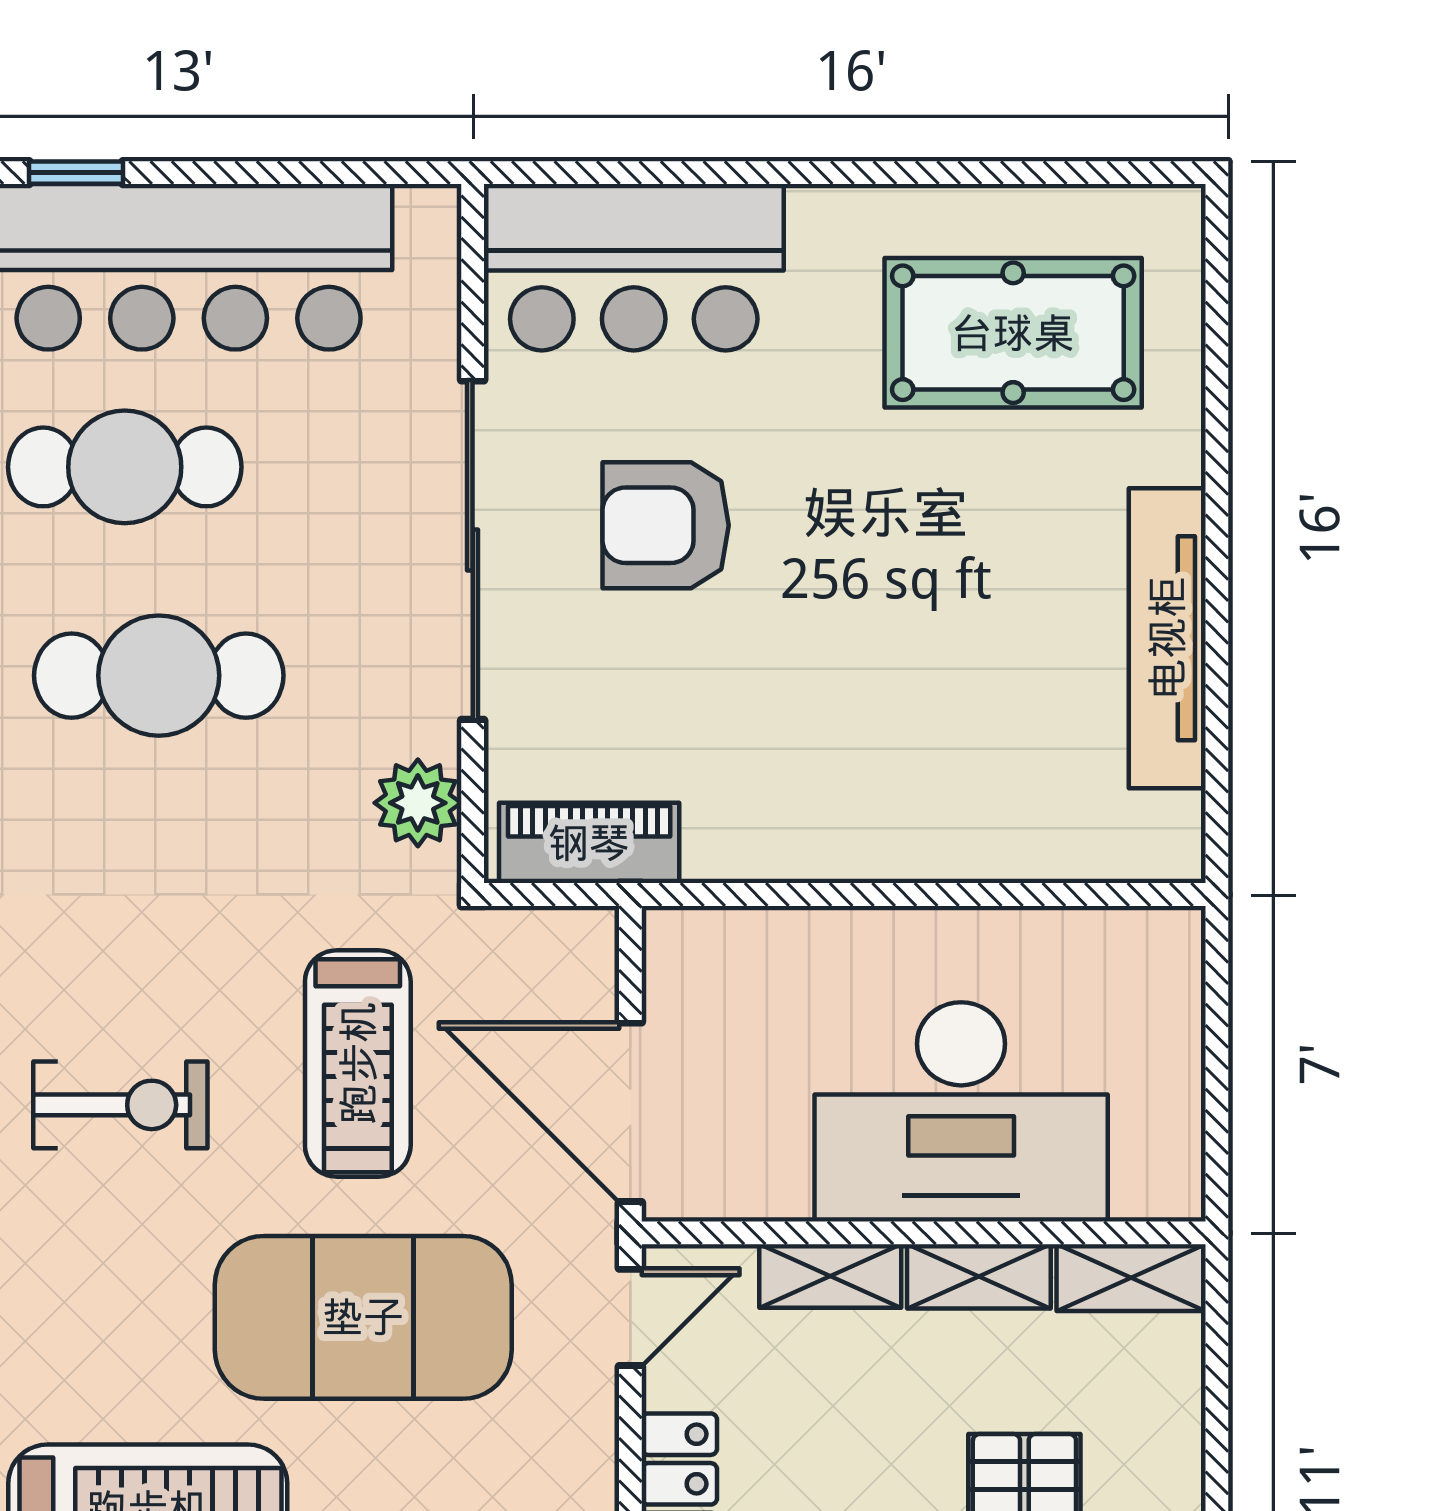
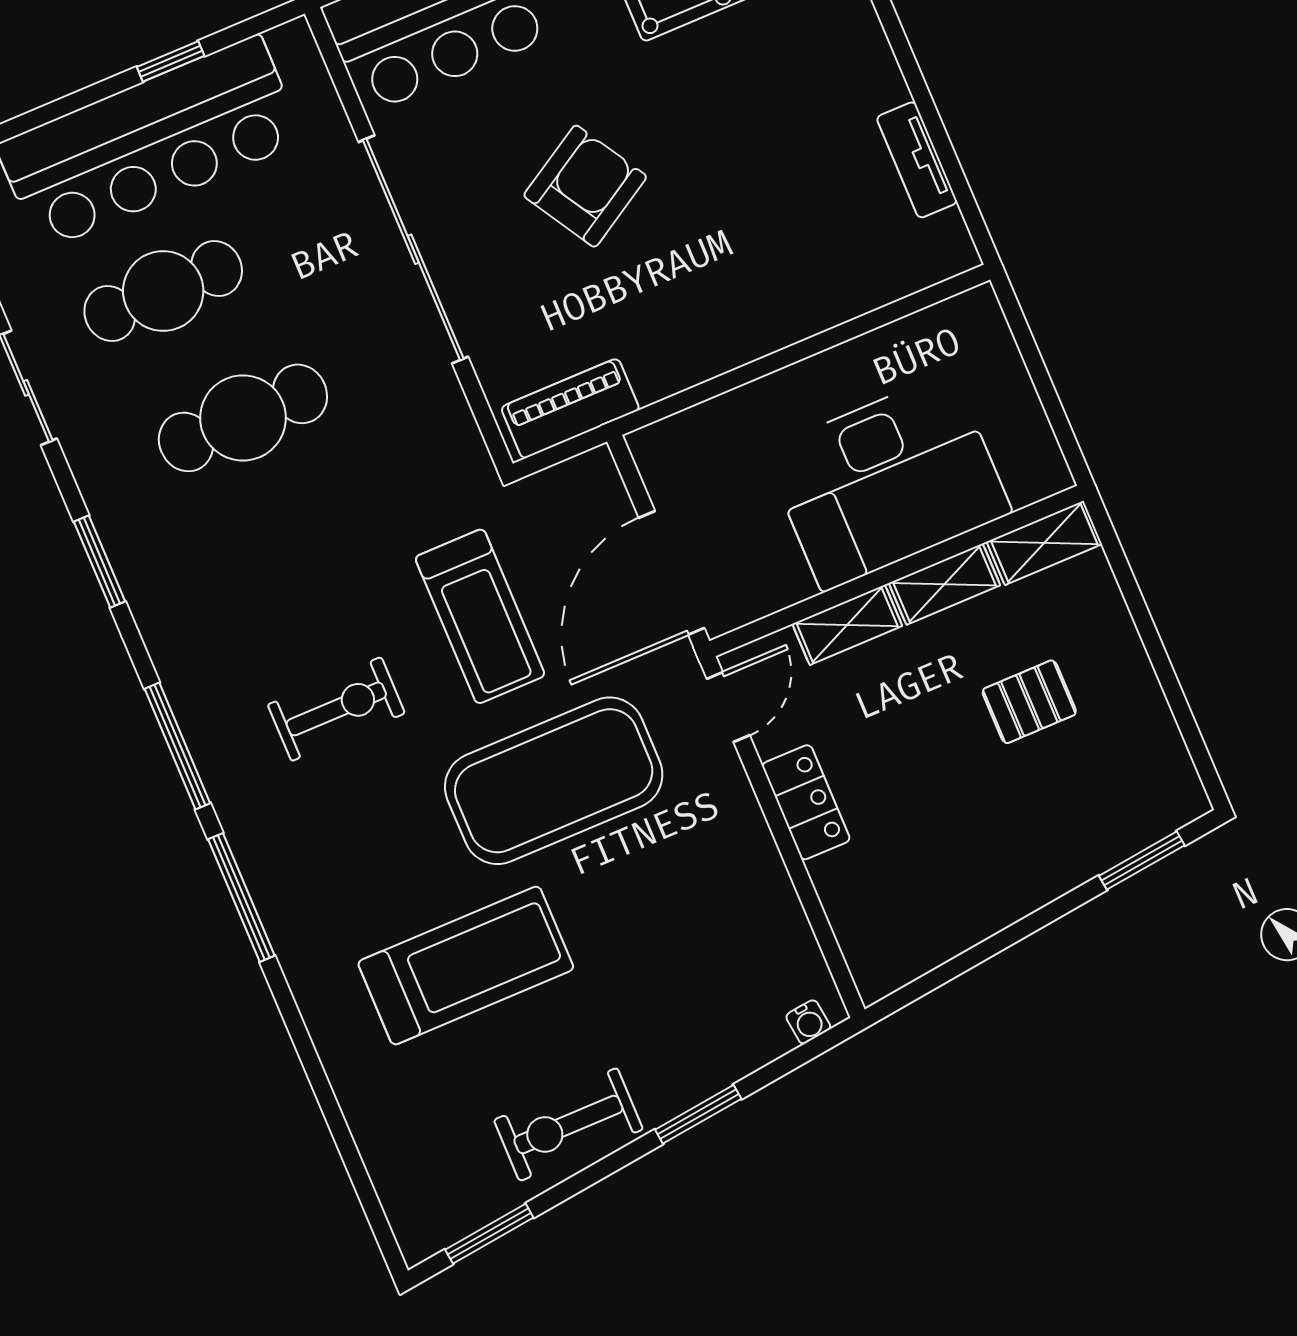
window: (76, 173) -> (171, 61), moved
armchair: (666, 525) -> (585, 186), moved, turned 149
tv unit: (1167, 638) -> (917, 160), width x0.52, depth x0.78
plant: (418, 803) -> (447, 430), removed
door: (630, 1112) -> (672, 573), hinge flipped

